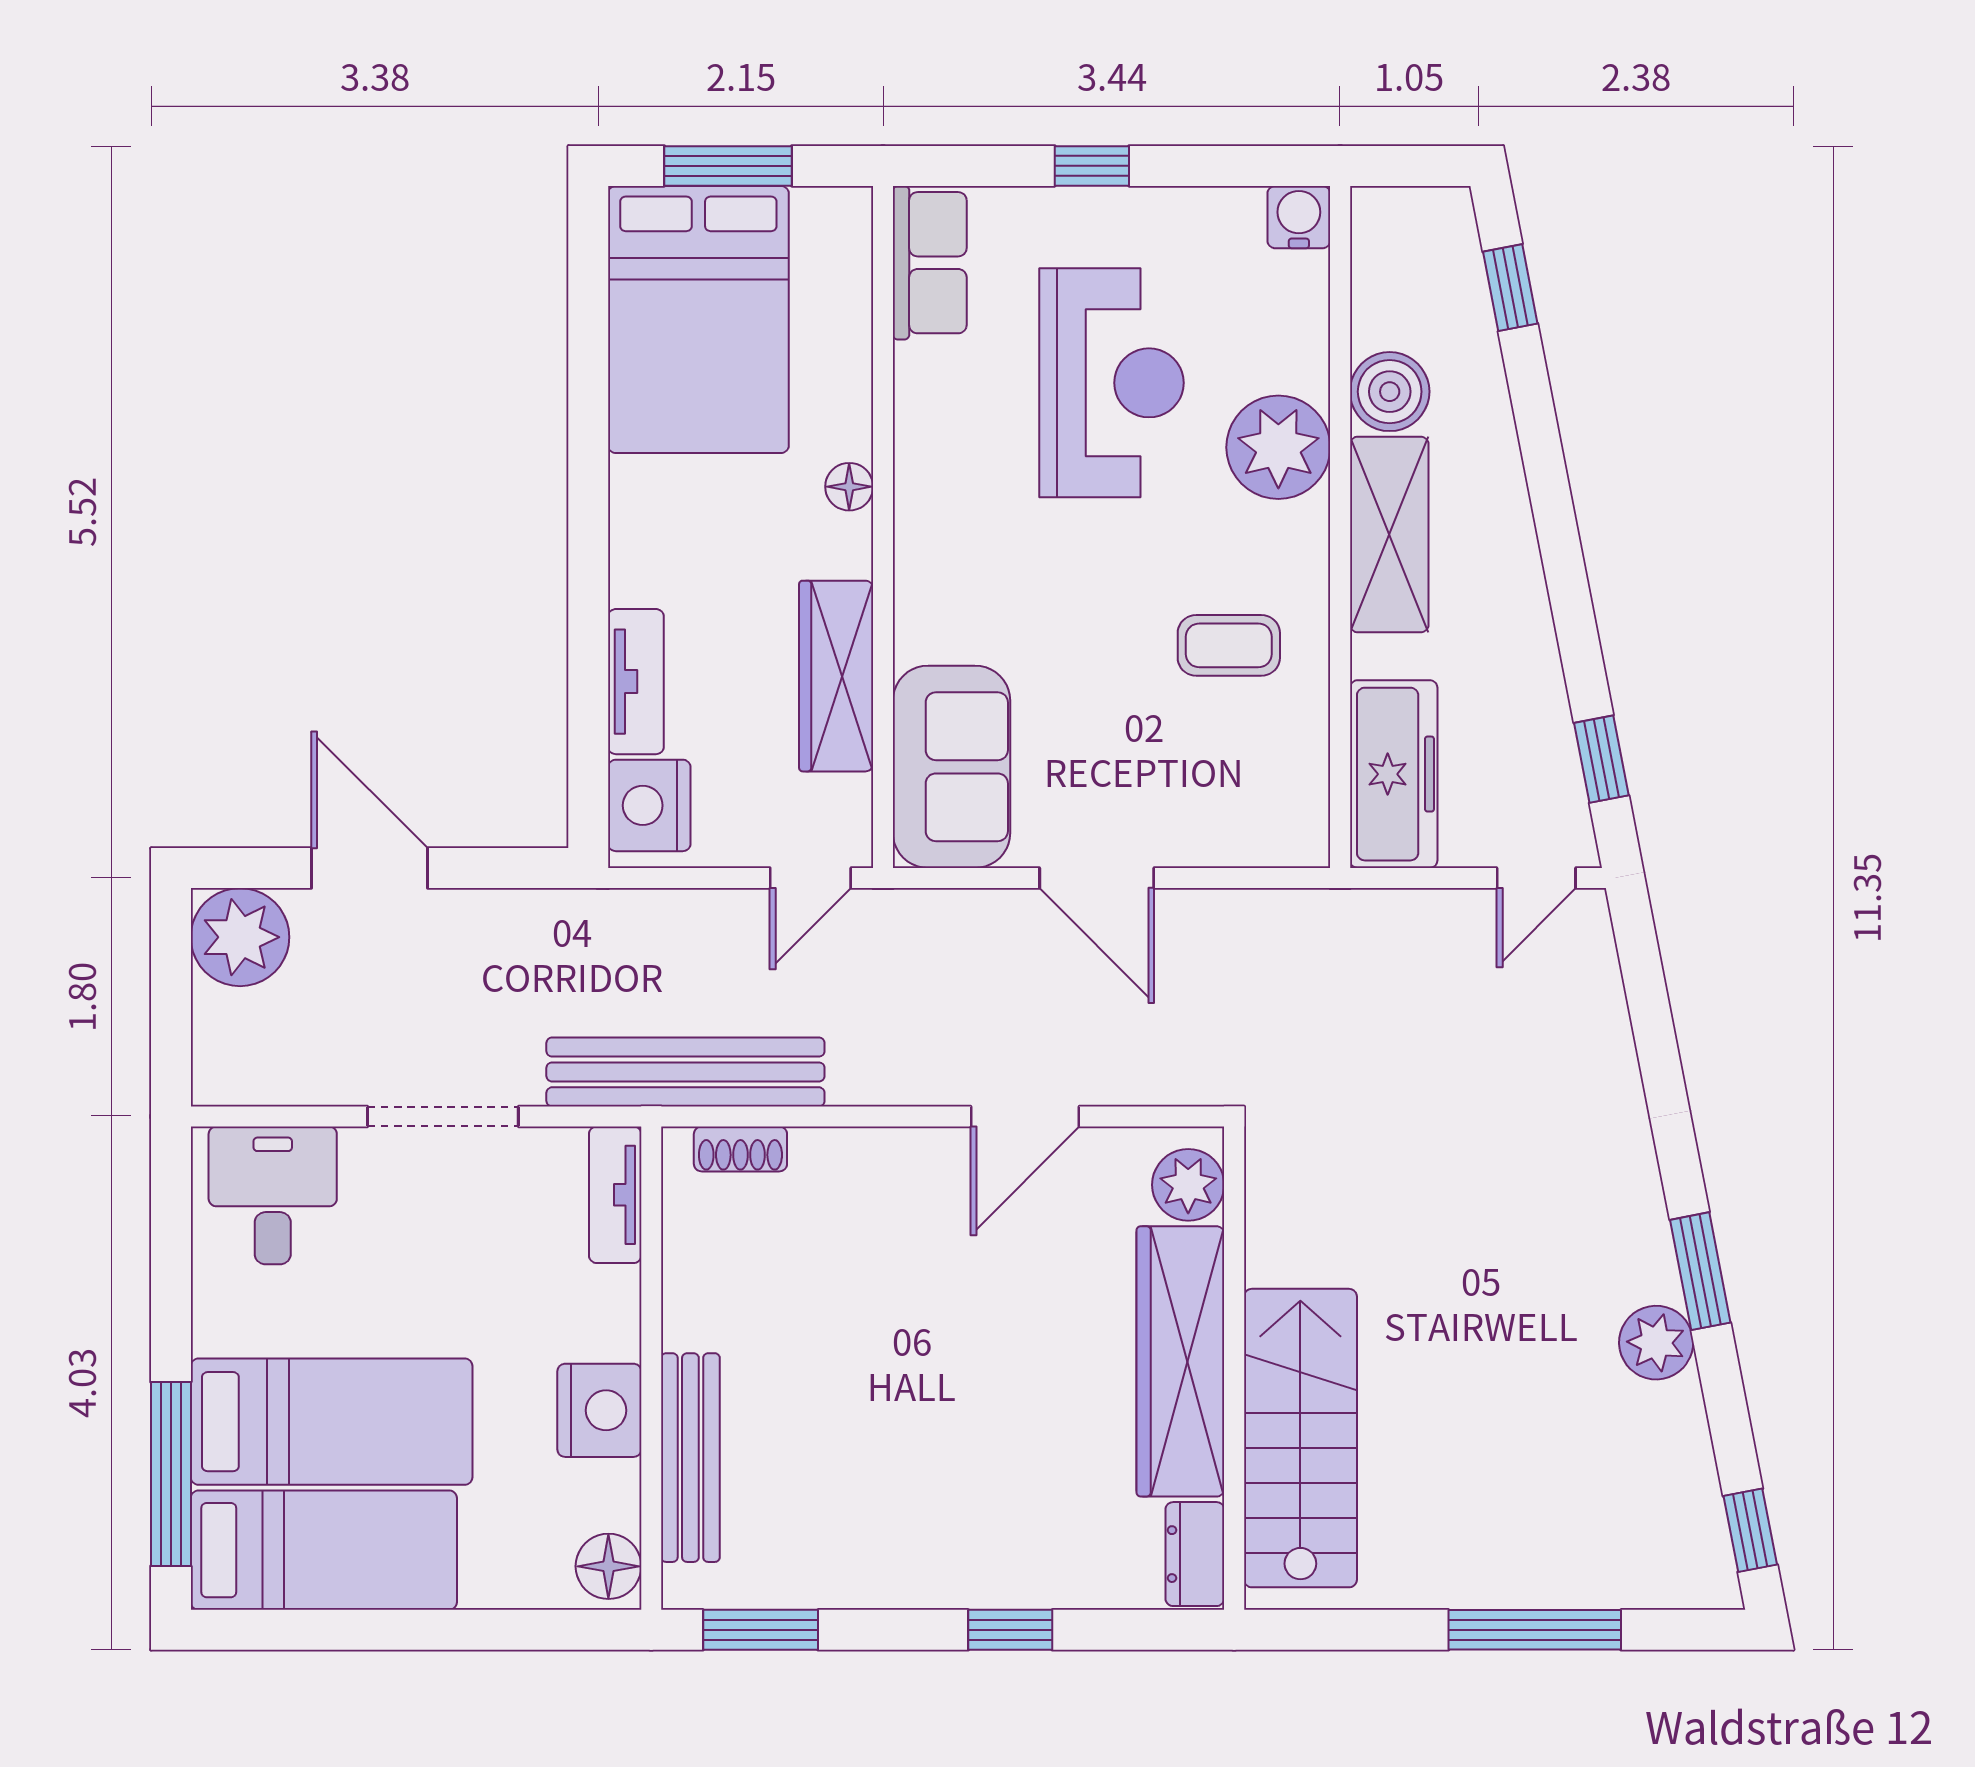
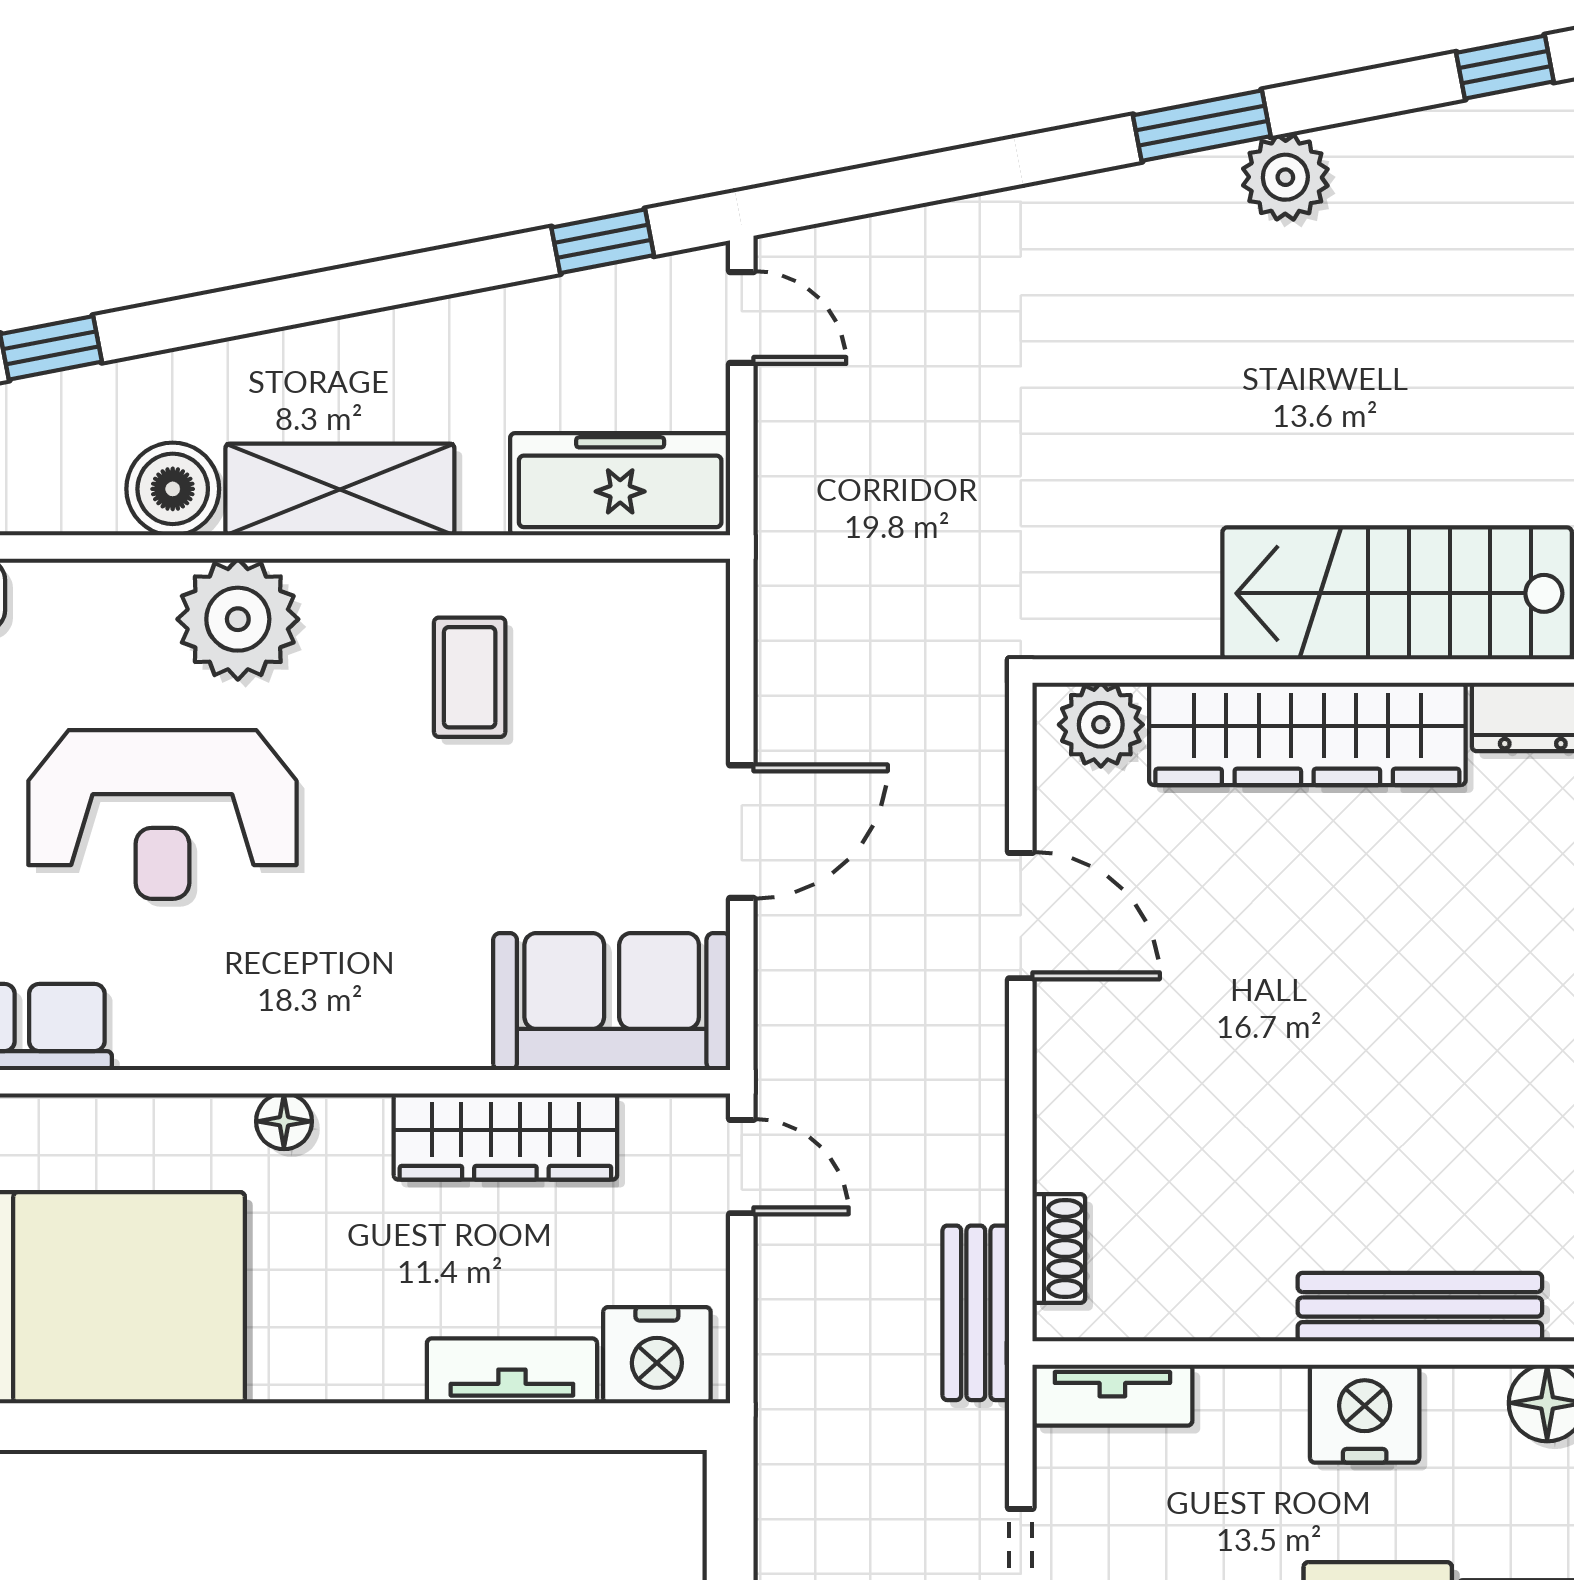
reception desk: (1111, 383) -> (162, 814), turned 180
bench: (685, 1072) -> (976, 1313), width x0.54, depth x0.82

